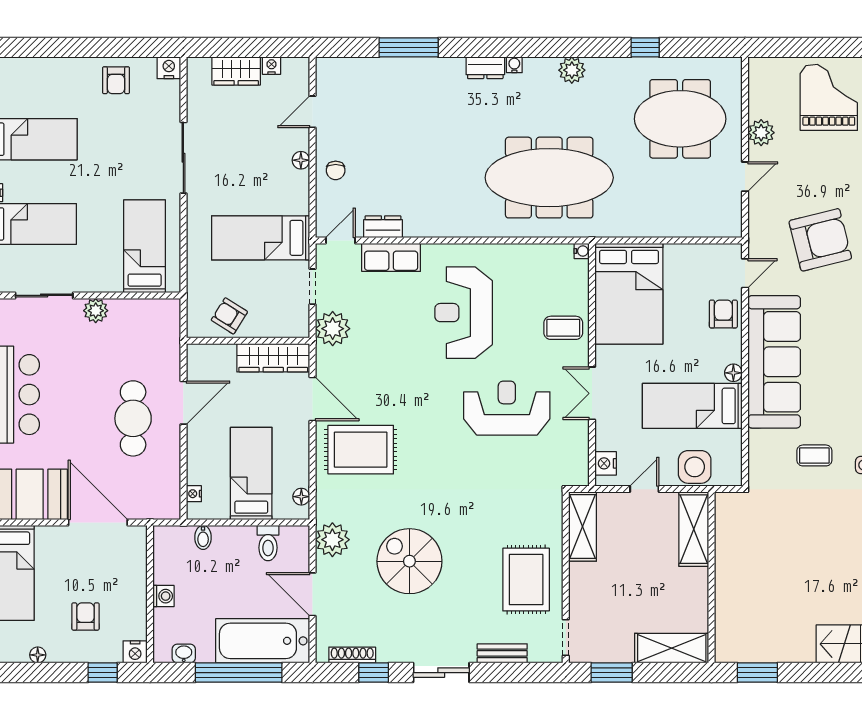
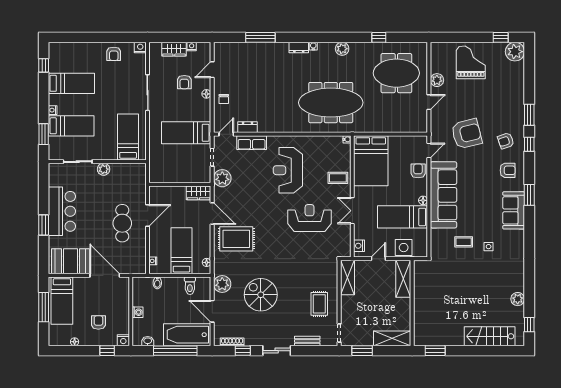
armchair: (229, 316) -> (184, 82), moved, turned -122
wardrobe: (273, 358) -> (199, 193), width x0.67
rug: (526, 580) -> (319, 304), width x0.73, depth x0.70

